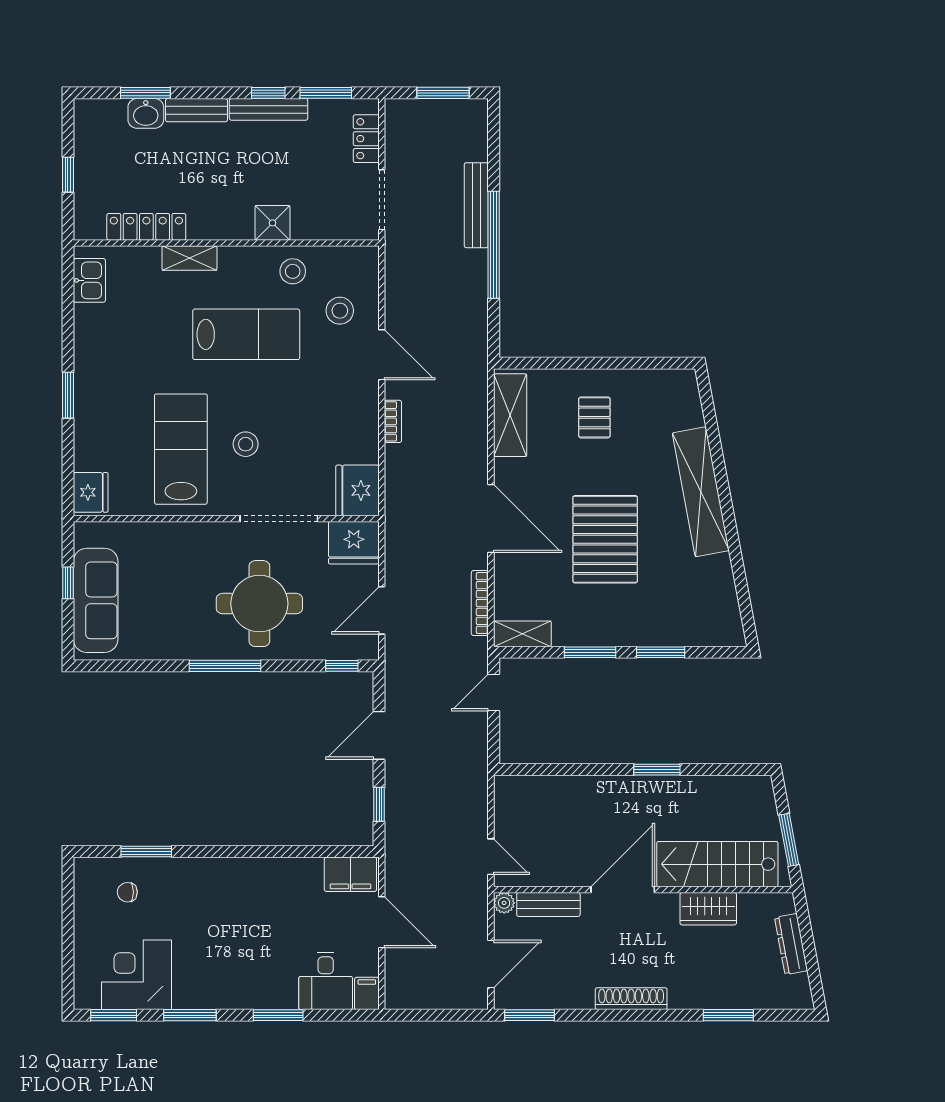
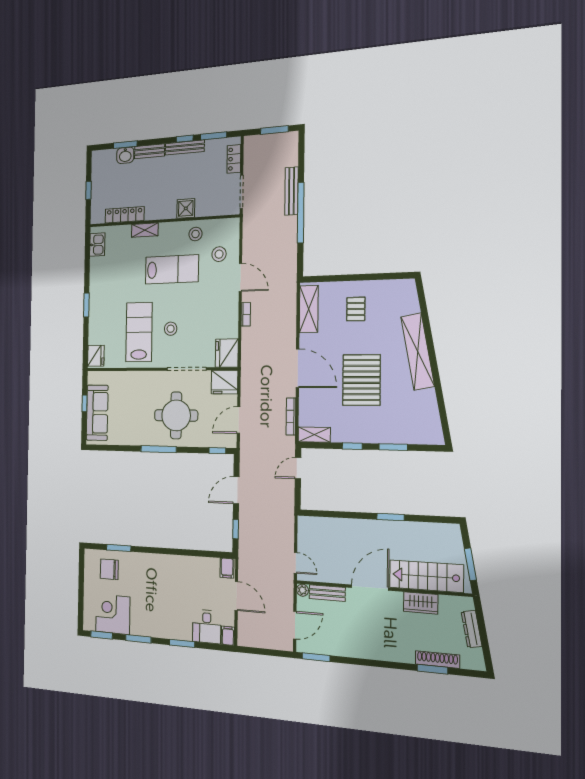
window: (590, 652) -> (352, 446), width x0.67
filing cabinet: (350, 874) -> (227, 568), width x0.50
chair: (127, 892) -> (109, 569), width x1.87, depth x1.87
shoe rack: (631, 999) -> (437, 660), moved

